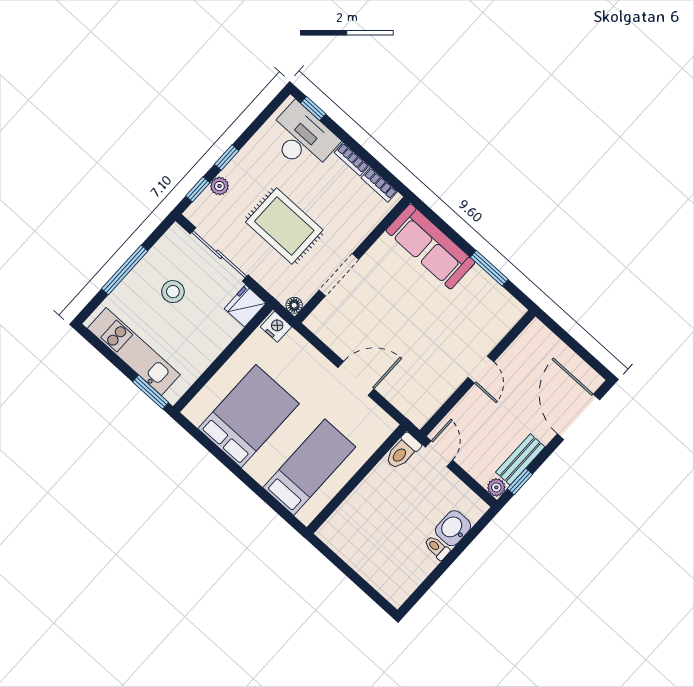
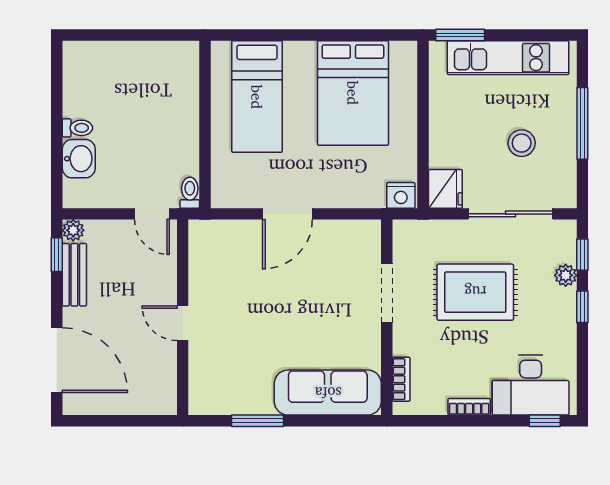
bookcase: (379, 185) -> (401, 379), moved, turned 90
floor lamp: (294, 305) -> (402, 229), removed
toilet: (403, 451) -> (190, 193), width x0.73, depth x0.72

